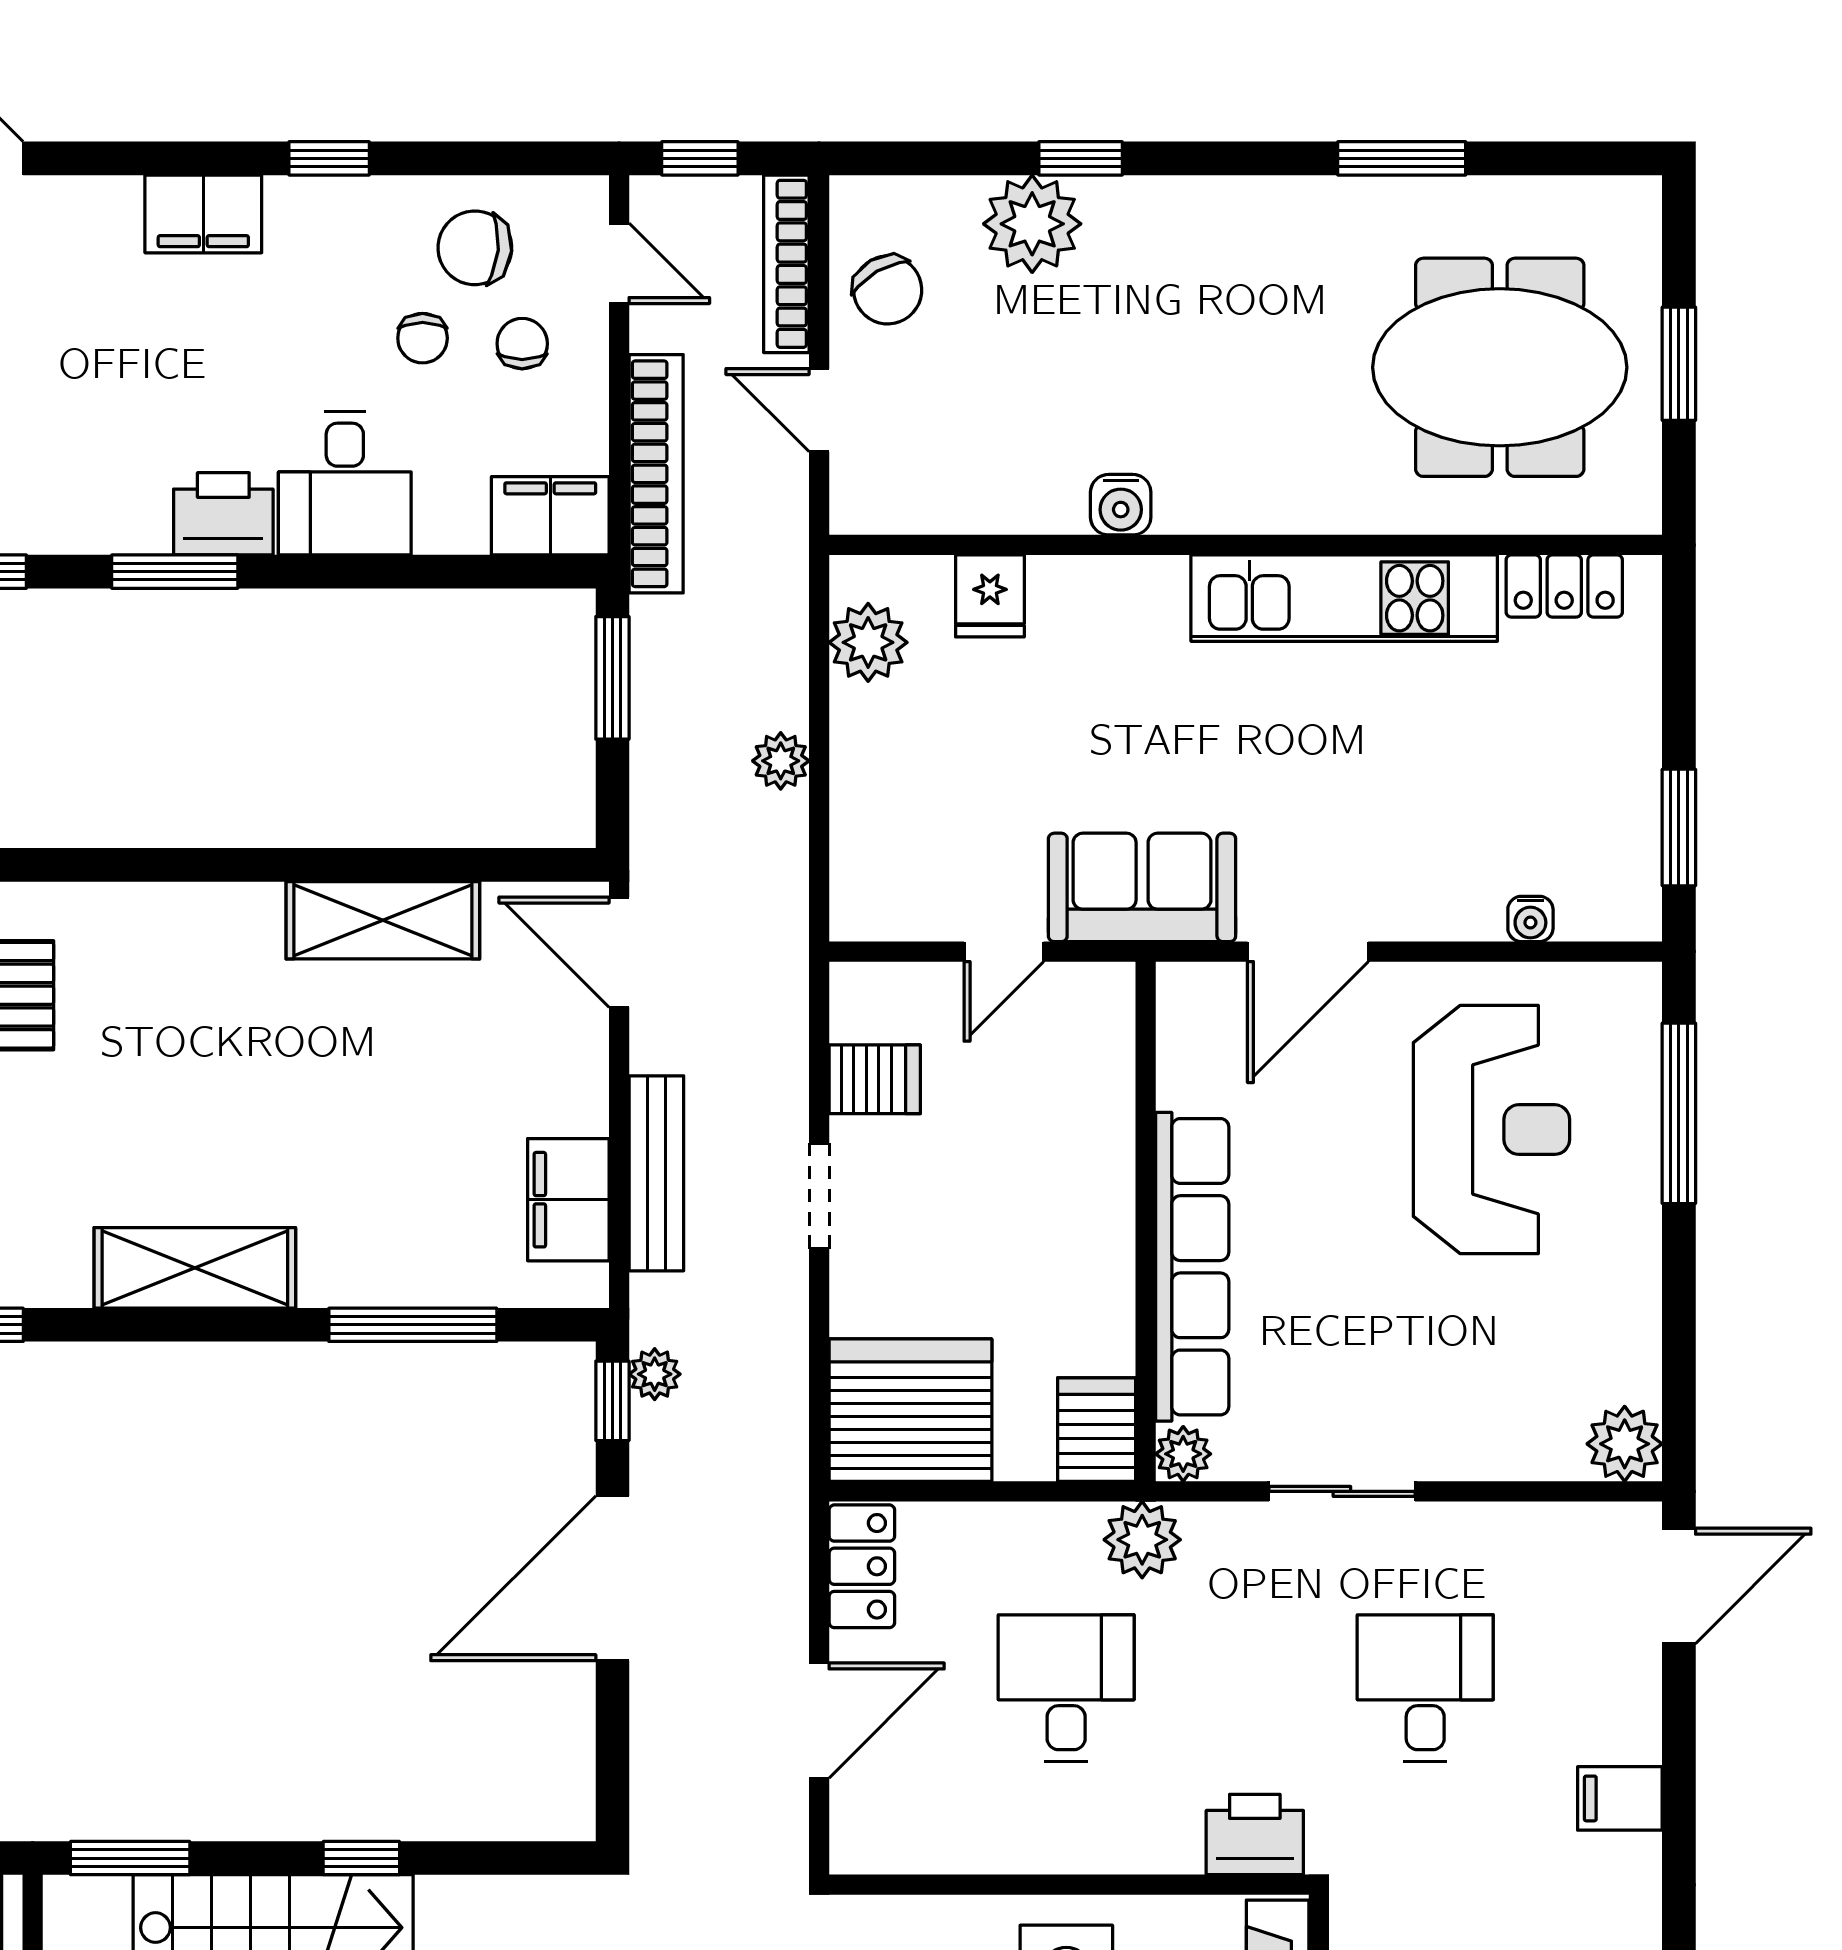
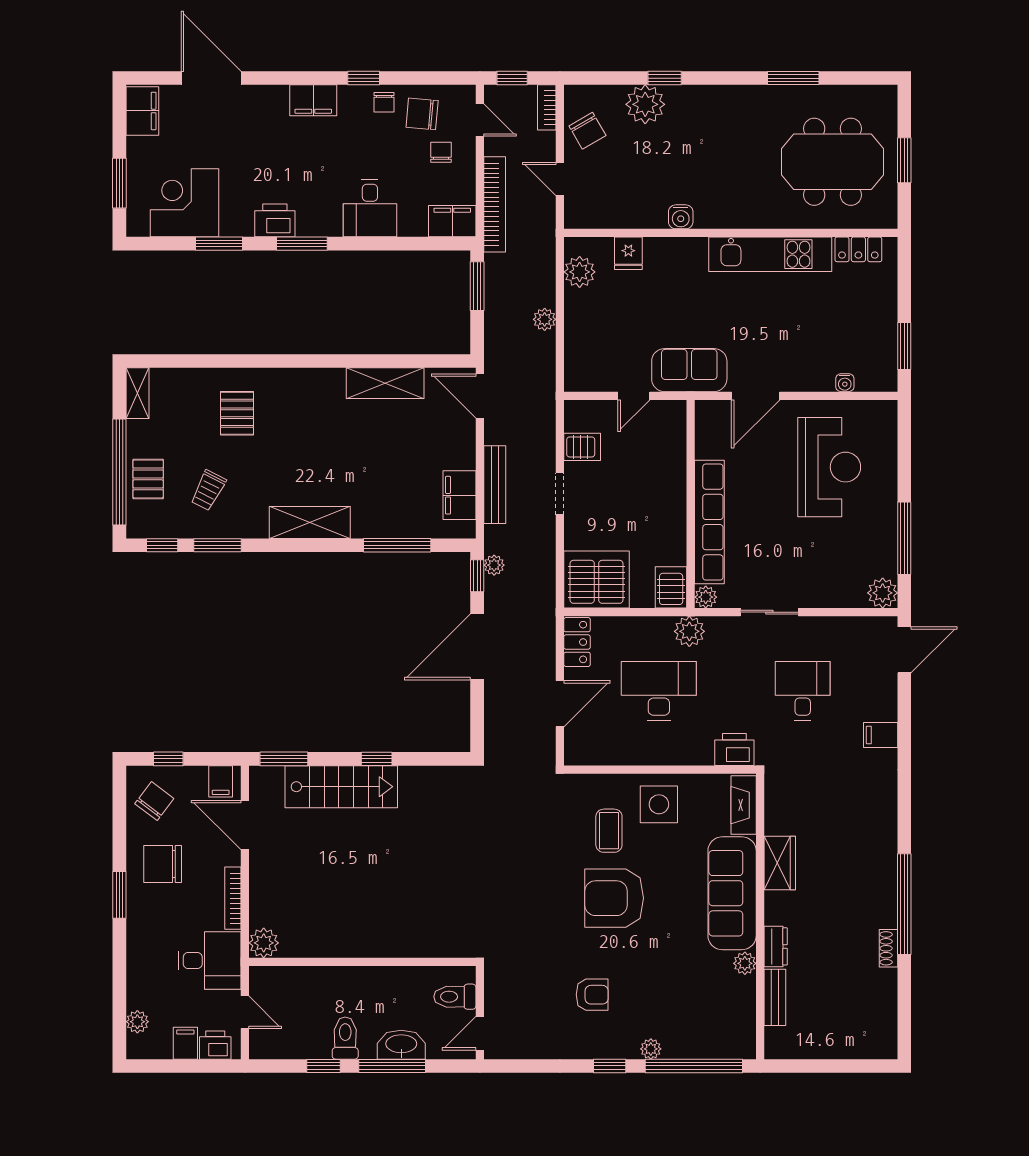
bookcase: (786, 264) -> (547, 107), width x0.64
chair: (423, 338) -> (384, 102), moved
printer: (223, 514) -> (275, 220), moved
window: (1679, 1113) -> (904, 538), moved
desk: (1066, 1688) -> (659, 691), width x1.37

